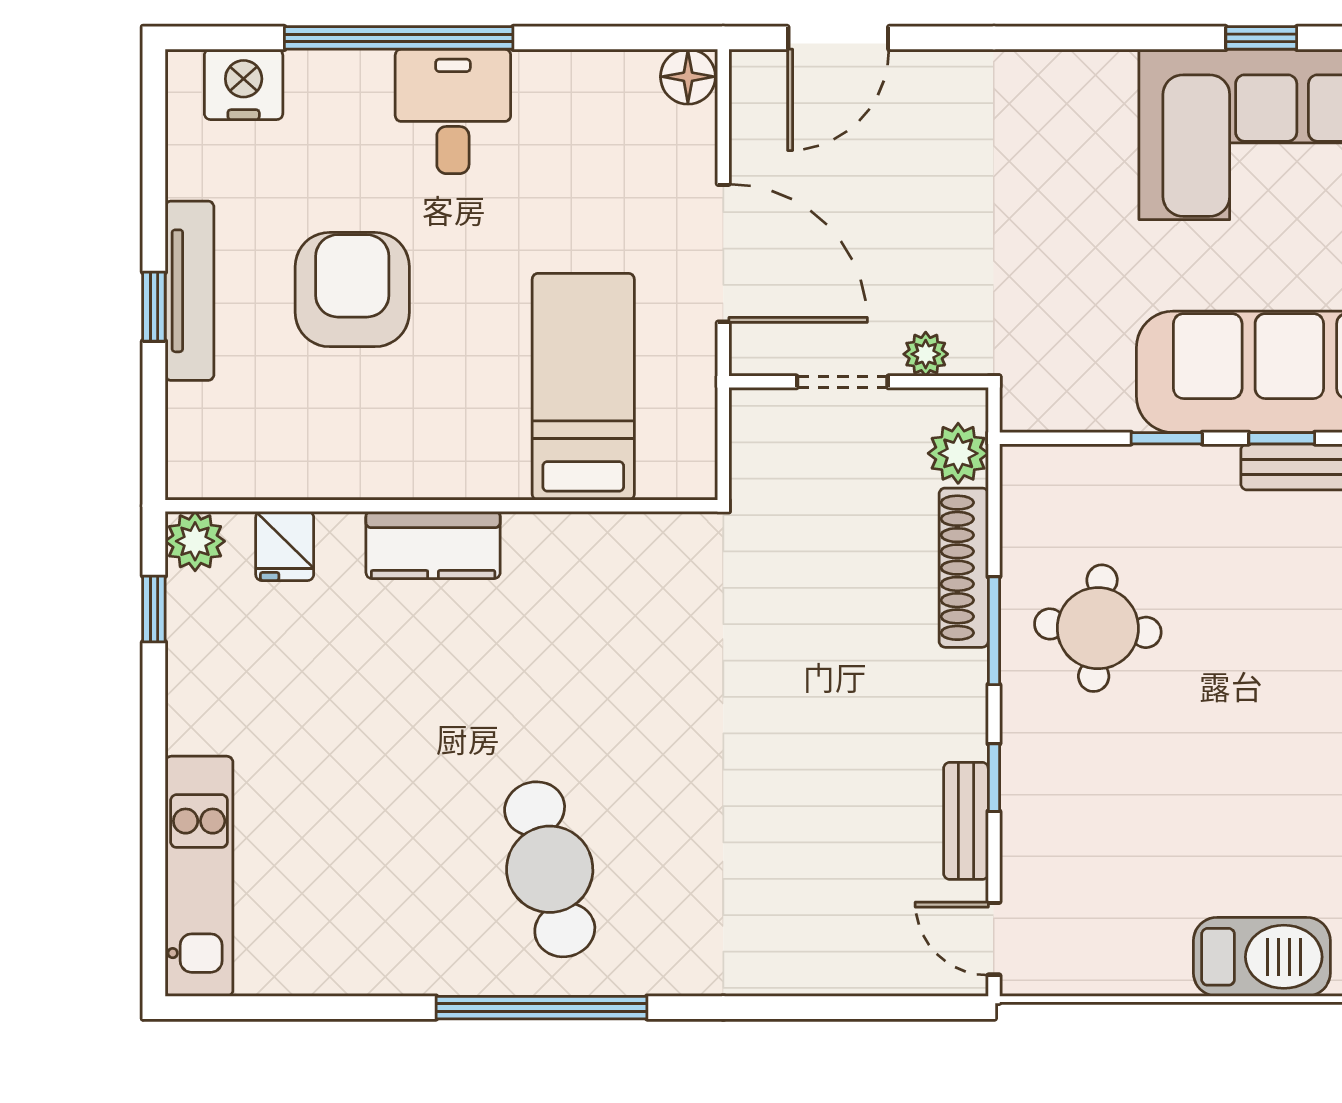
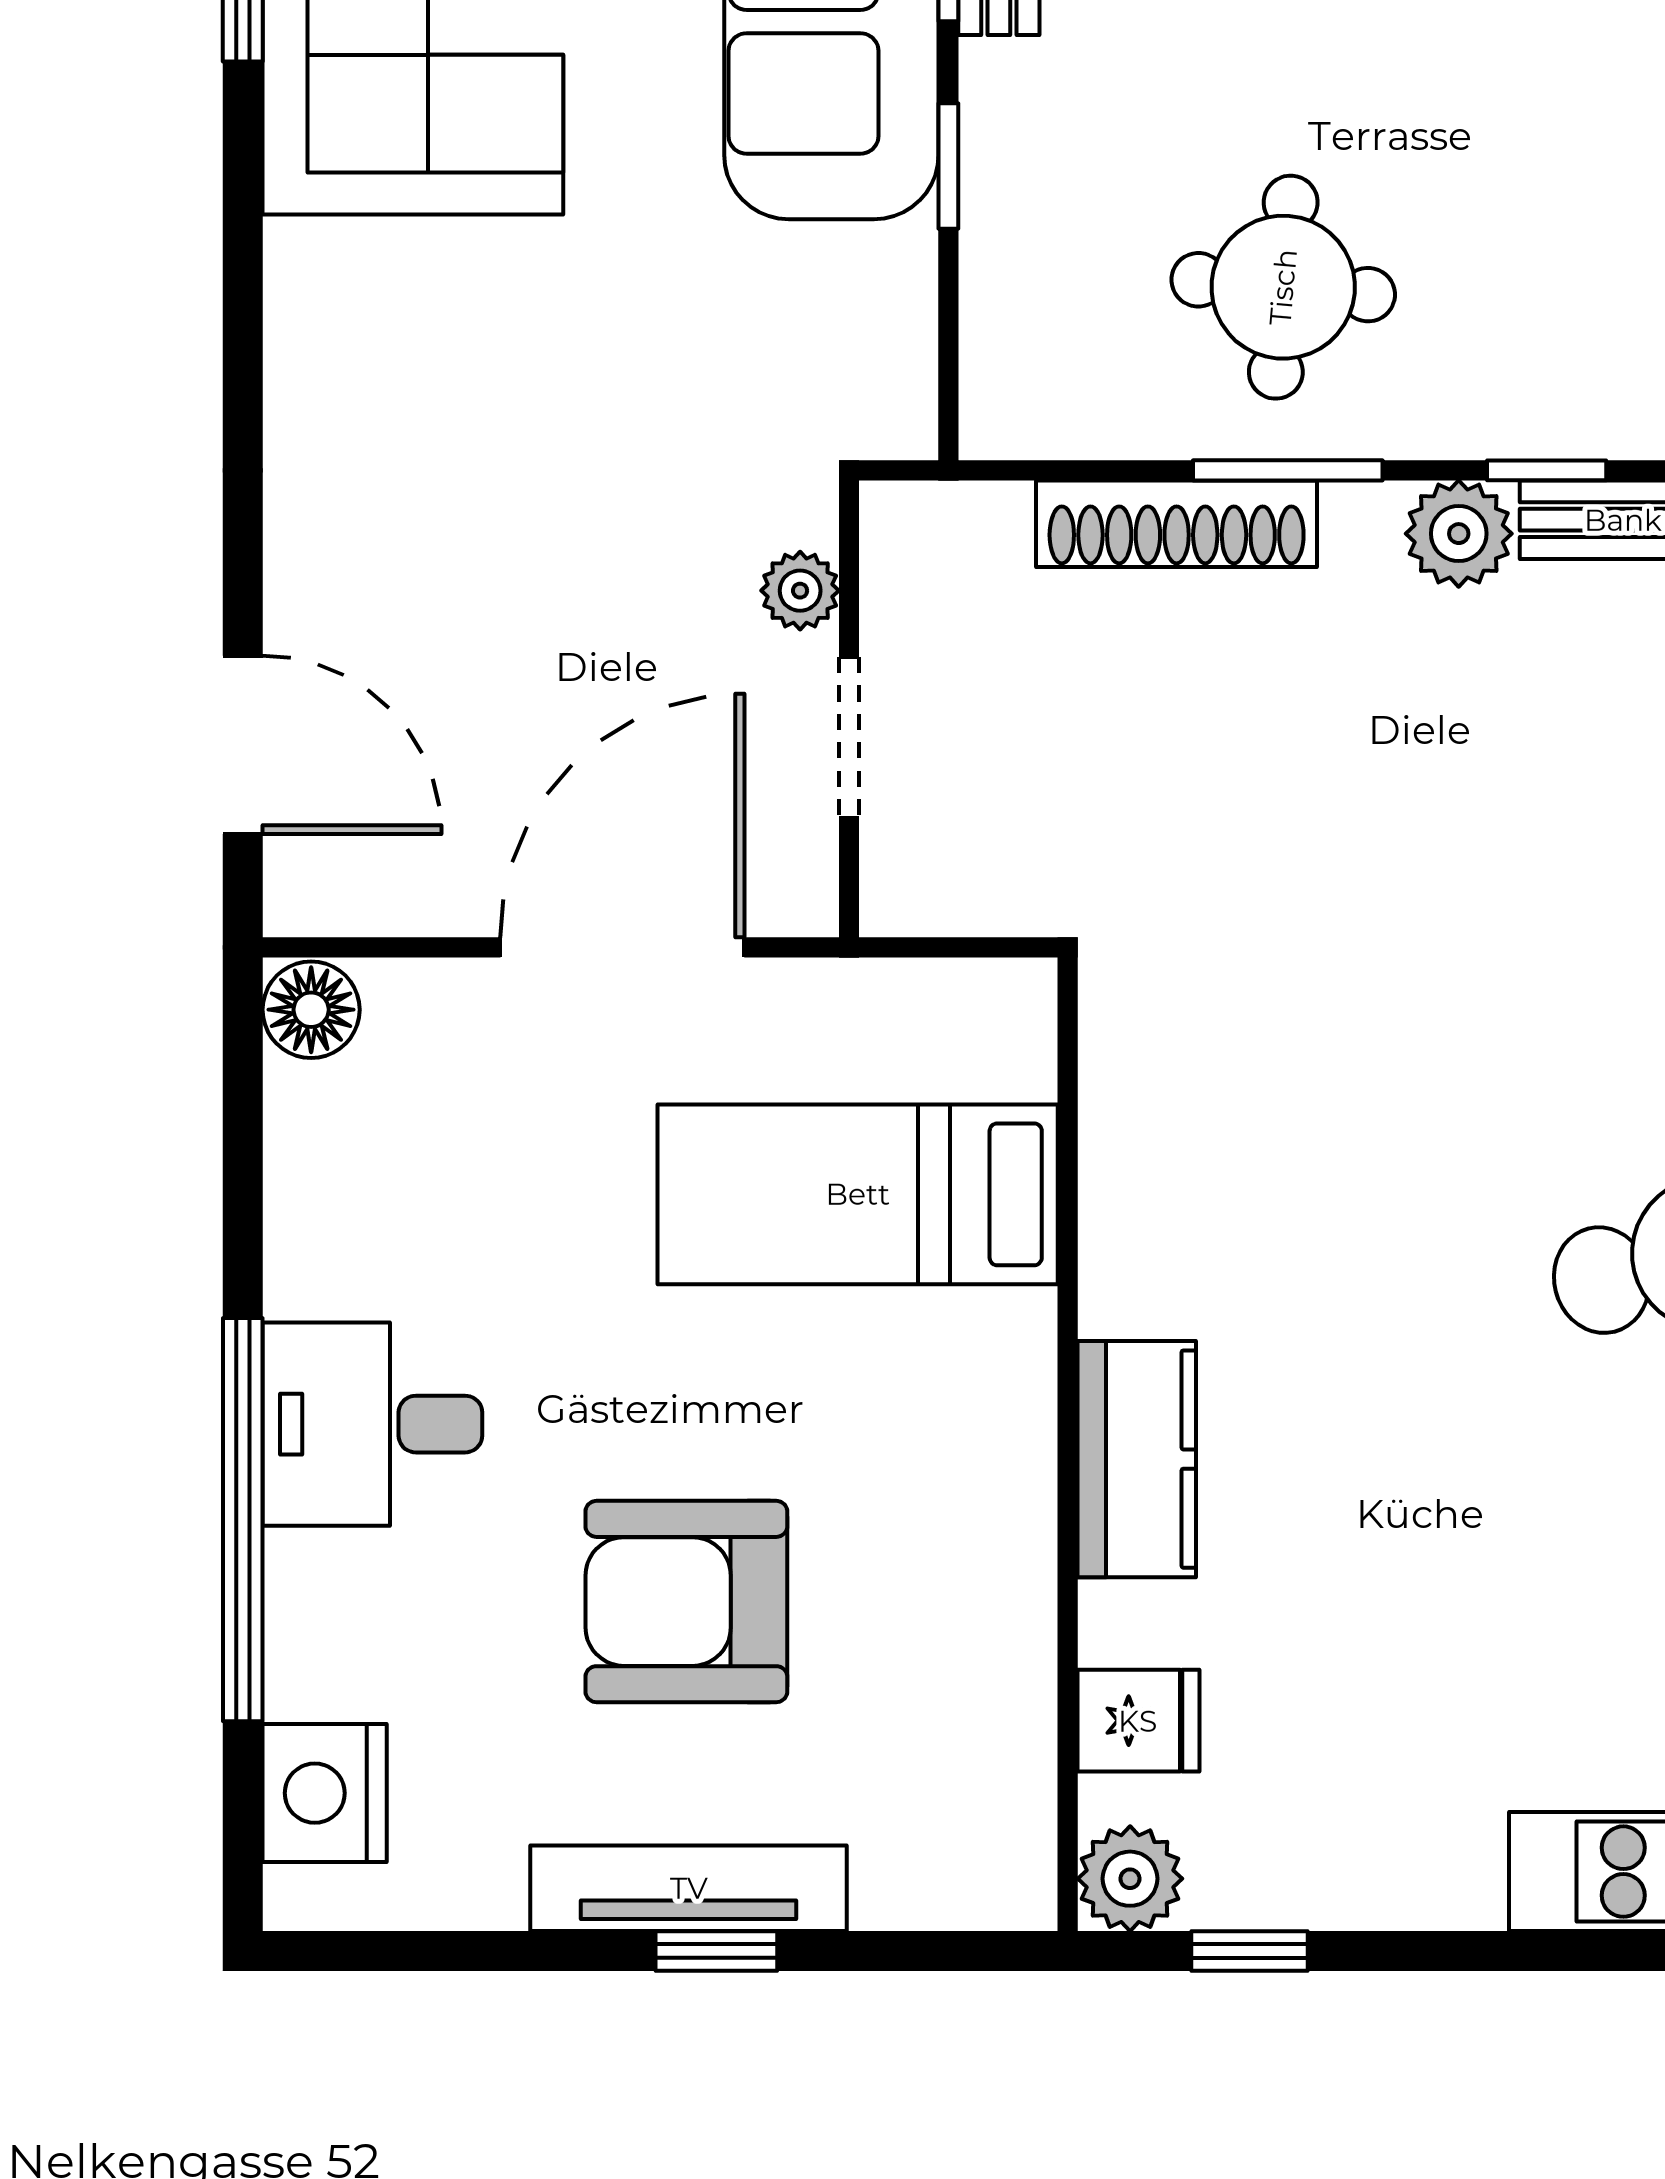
plant: (958, 453) -> (1459, 534), moved

